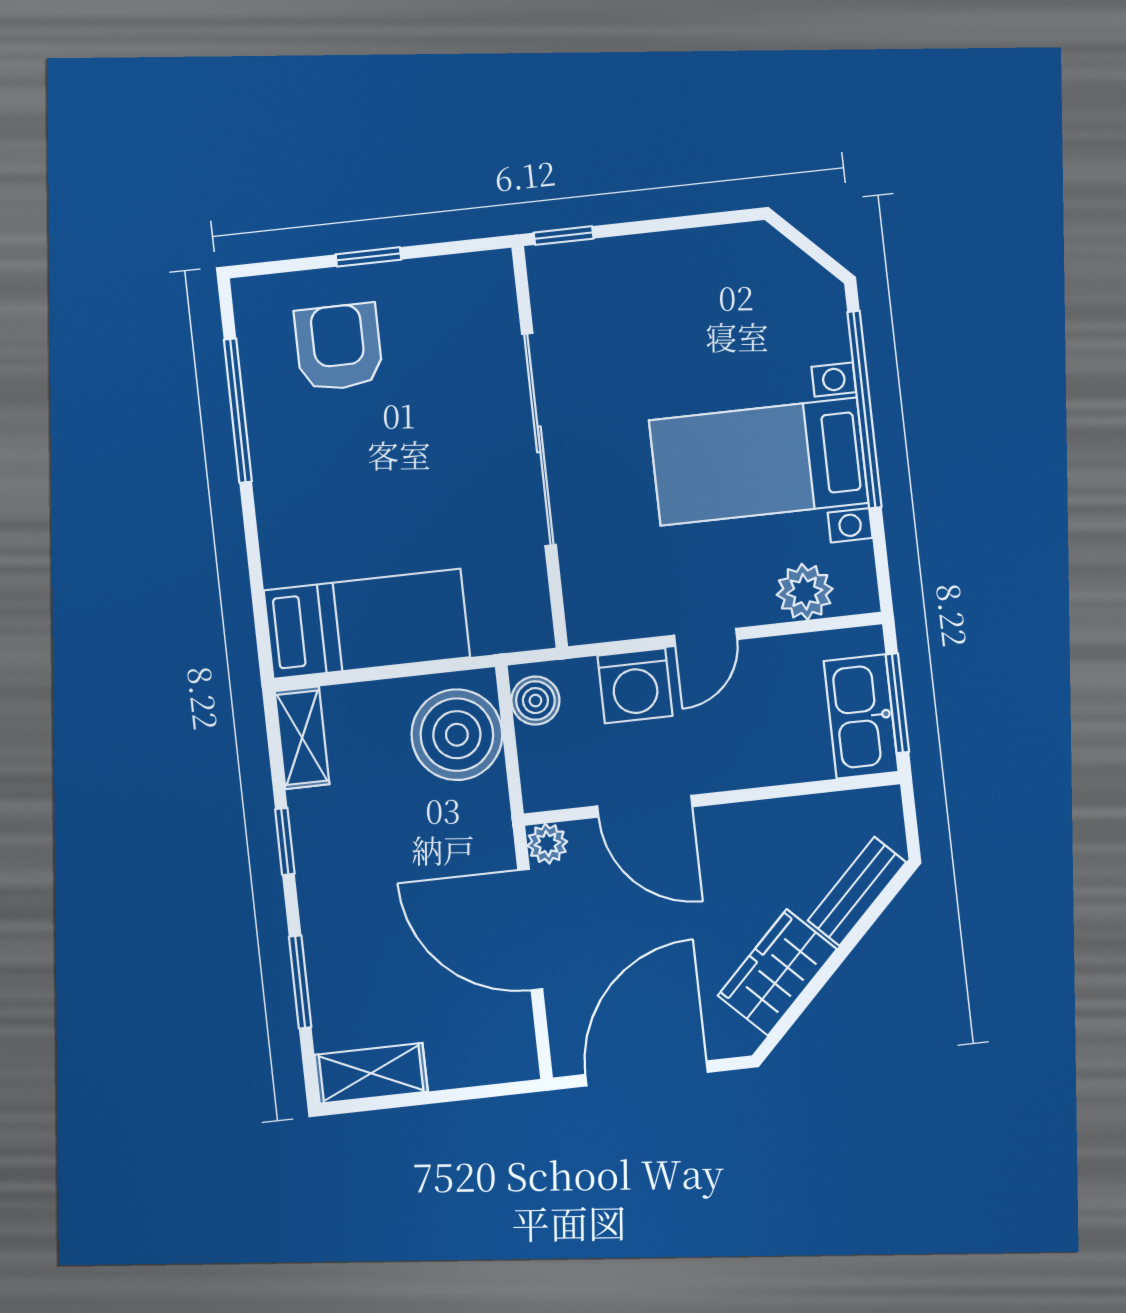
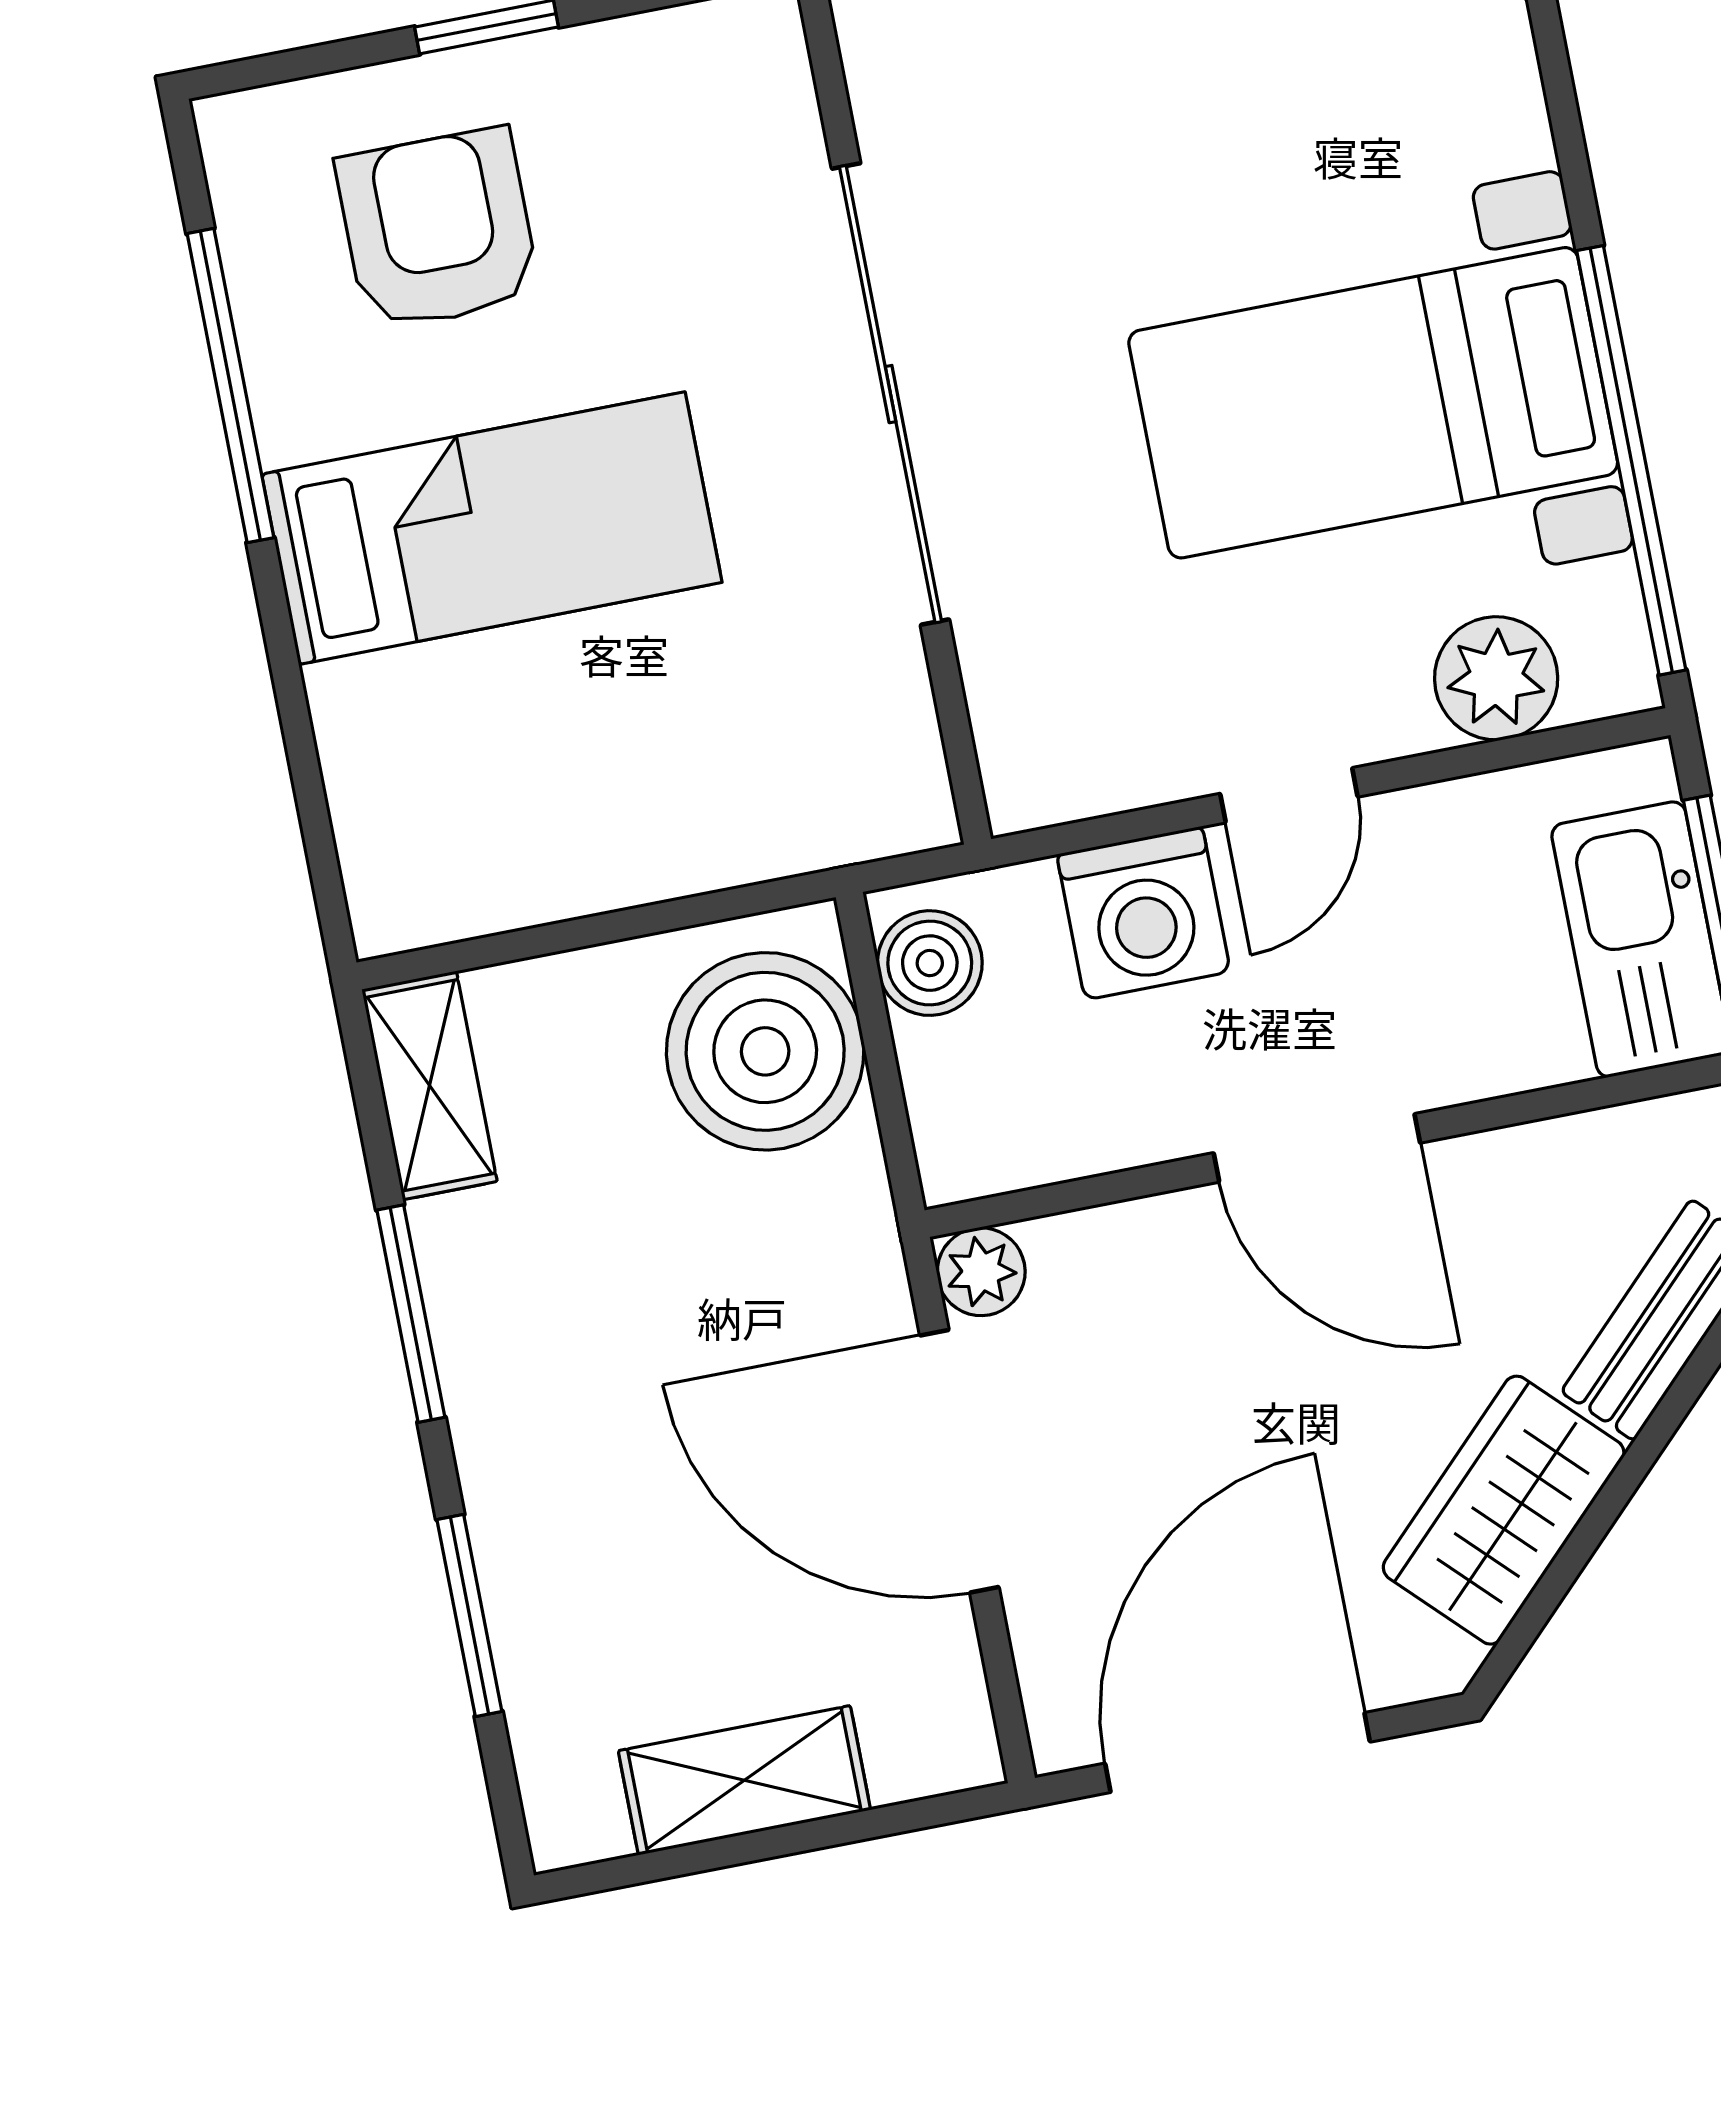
window: (864, 409) -> (1631, 460), moved
bed: (367, 624) -> (492, 528), moved
door: (645, 806) -> (1317, 1148), moved
window: (285, 841) -> (411, 1314), width x1.50
shelving: (371, 1073) -> (744, 1780), moved

